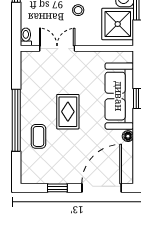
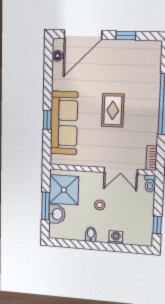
bookcase: (26, 64) -> (151, 158), added
coffee table: (38, 136) -> (142, 87), removed
floor lamp: (128, 136) -> (57, 56), moved

